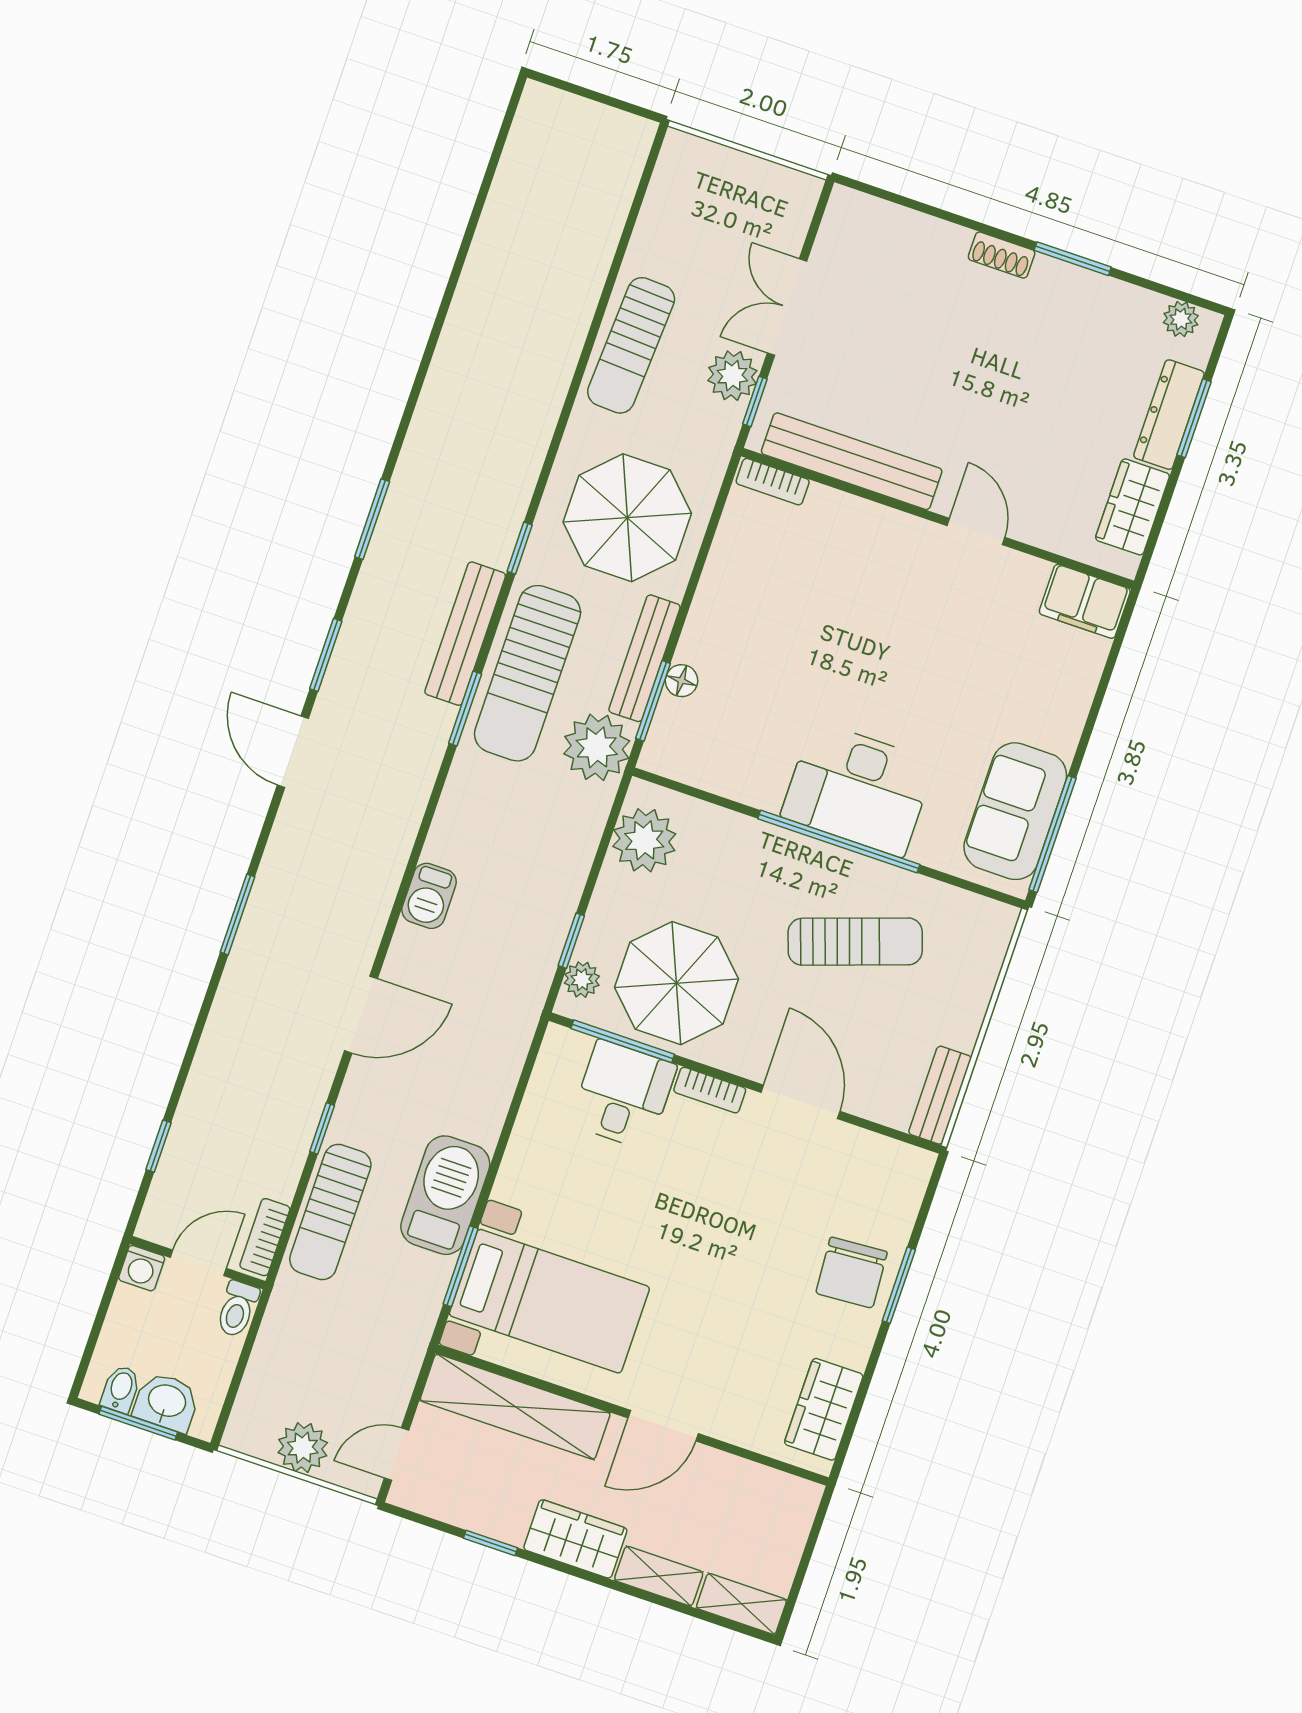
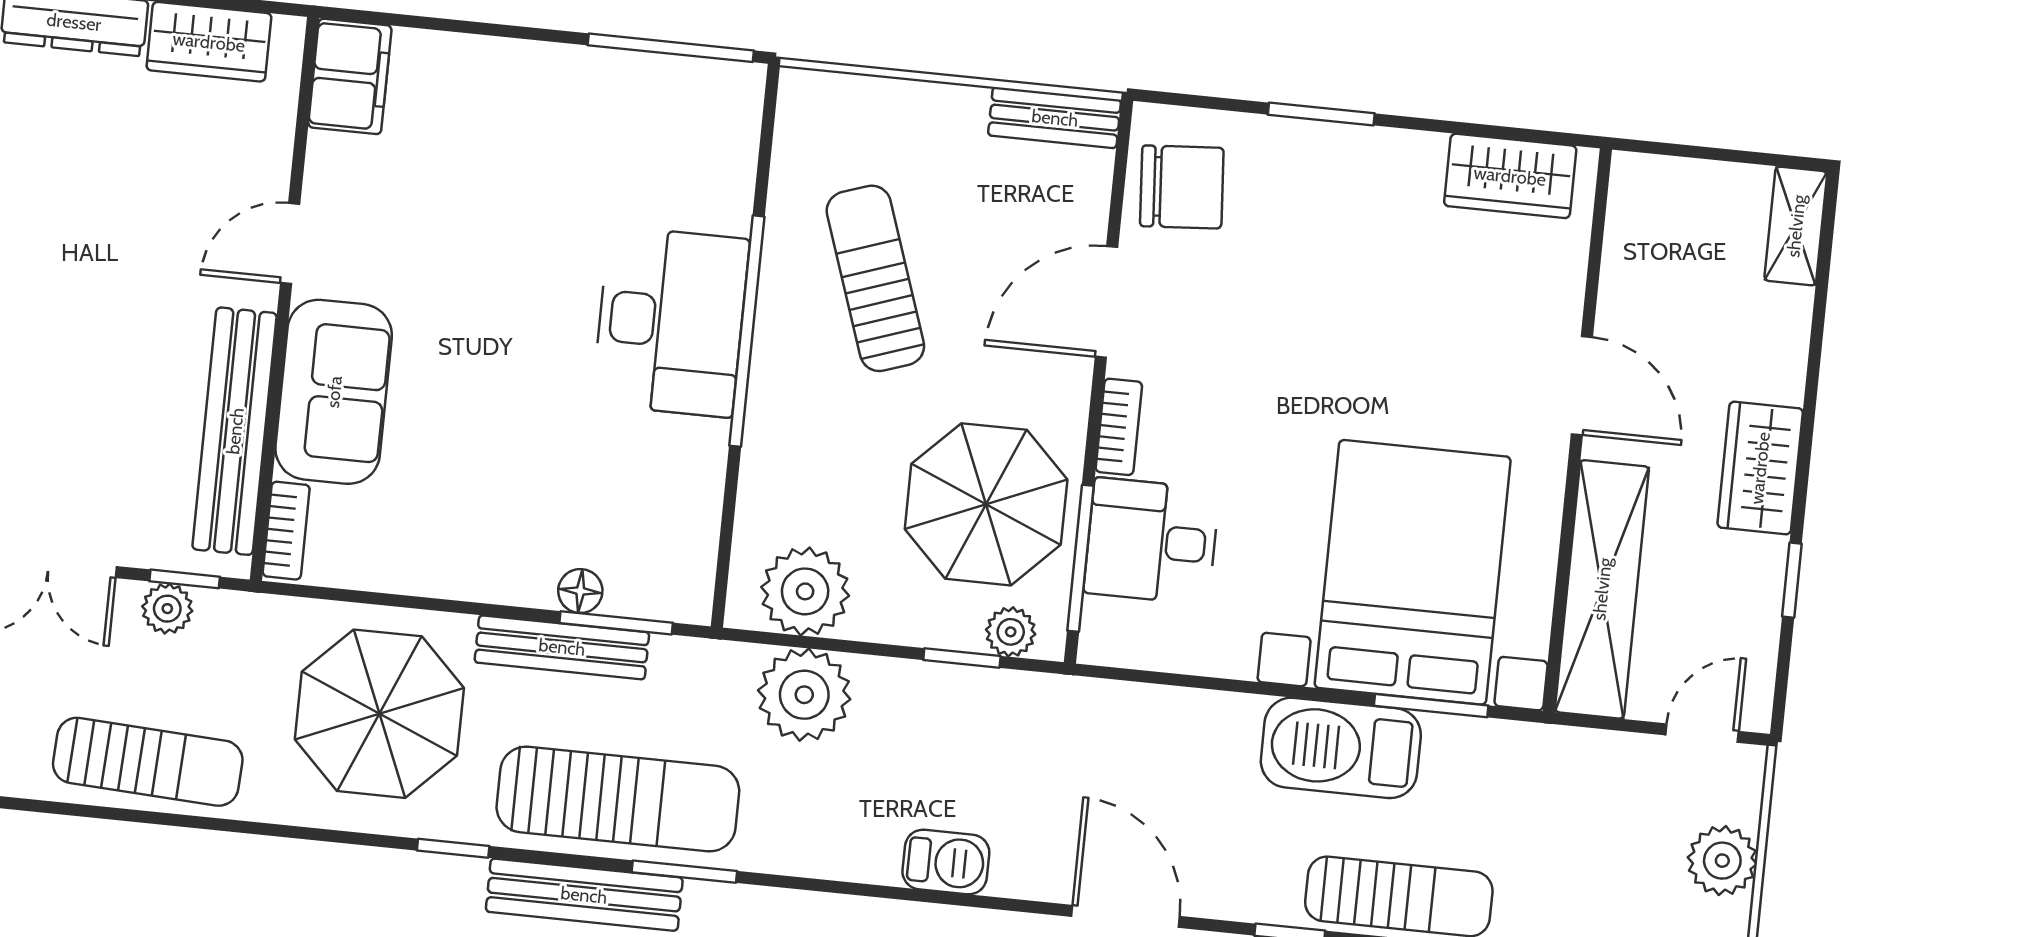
plant: (732, 376) -> (167, 609), width x0.73, depth x0.73
plant: (597, 747) -> (804, 695), moved
sofa: (1015, 811) -> (334, 392), moved, turned -90
chair: (852, 1273) -> (1182, 187), moved
bed with nightstands: (549, 1301) -> (1413, 572), width x1.36
door: (397, 1454) -> (1702, 733), swing flipped
shelving: (659, 1576) -> (1784, 345), removed

